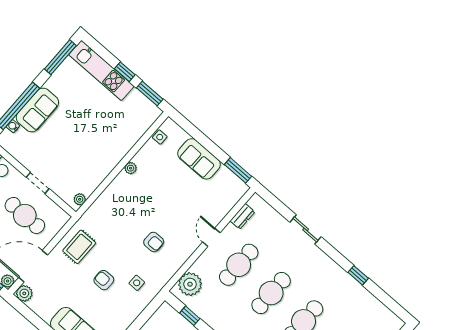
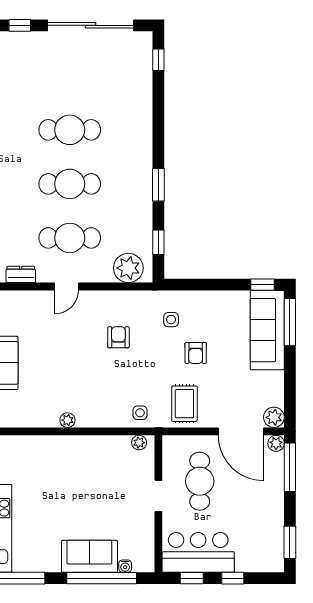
side table: (160, 137) -> (140, 413), moved
rug: (79, 247) -> (184, 404), turned 90

